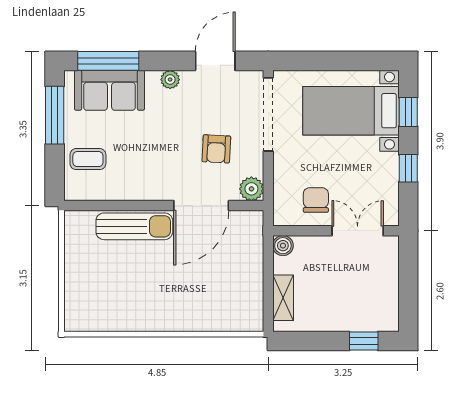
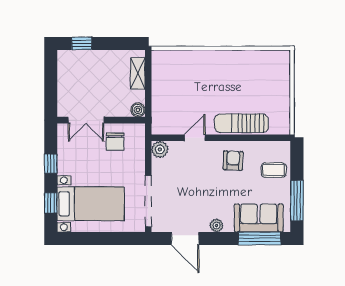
door: (215, 61) -> (185, 238), hinge flipped
armchair: (216, 149) -> (233, 161), moved
door: (201, 206) -> (195, 138), width x0.53

